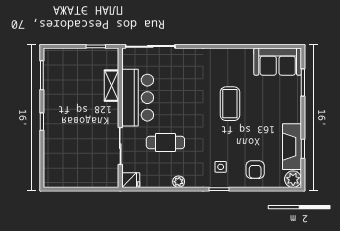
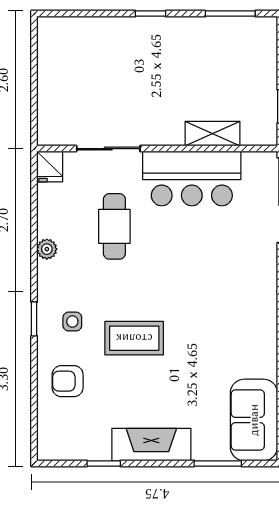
coffee table: (230, 104) -> (134, 338), moved
fireplace: (292, 147) -> (151, 445), moved
plant: (293, 179) -> (51, 446), removed

